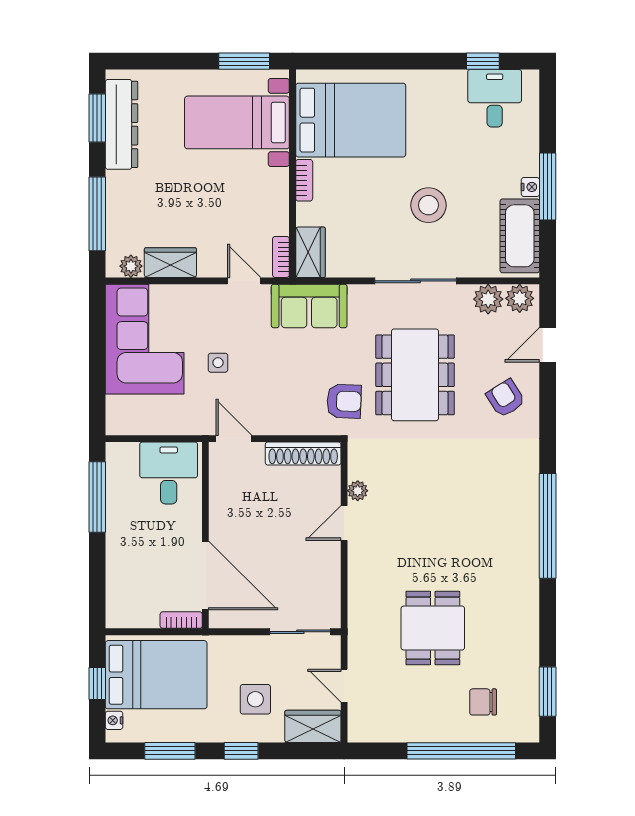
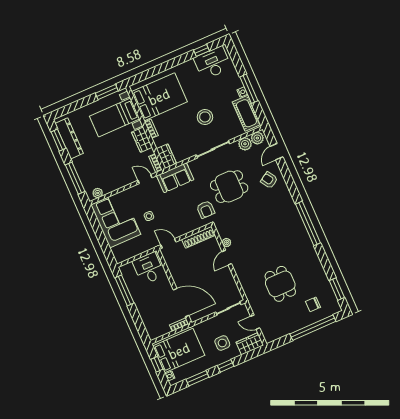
desk: (495, 98) -> (213, 63), width x1.37
wardrobe: (170, 263) -> (142, 140), moved, turned -90
dining table: (415, 375) -> (229, 187), width x0.73
armchair: (344, 401) -> (206, 209), turned 88

